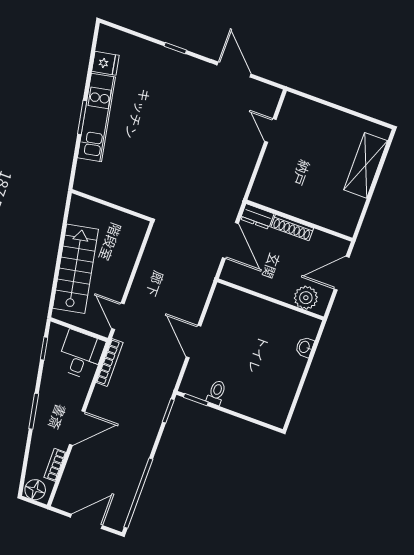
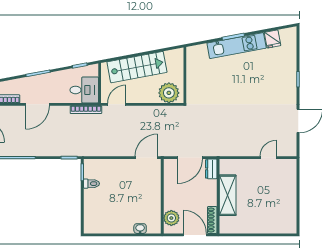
shelving: (366, 165) -> (228, 195), moved, turned 90
shoe rack: (292, 228) -> (212, 220), moved
plant: (128, 237) -> (169, 93), added
door: (194, 342) -> (146, 158), moved
door: (77, 428) -> (37, 104), hinge flipped

